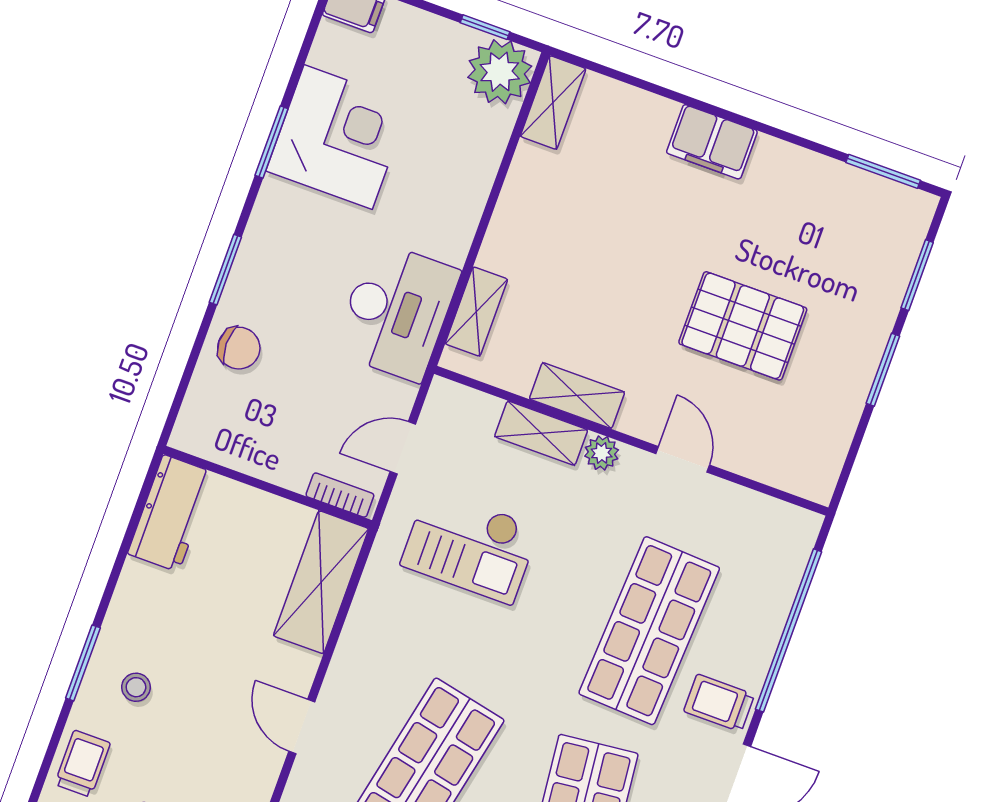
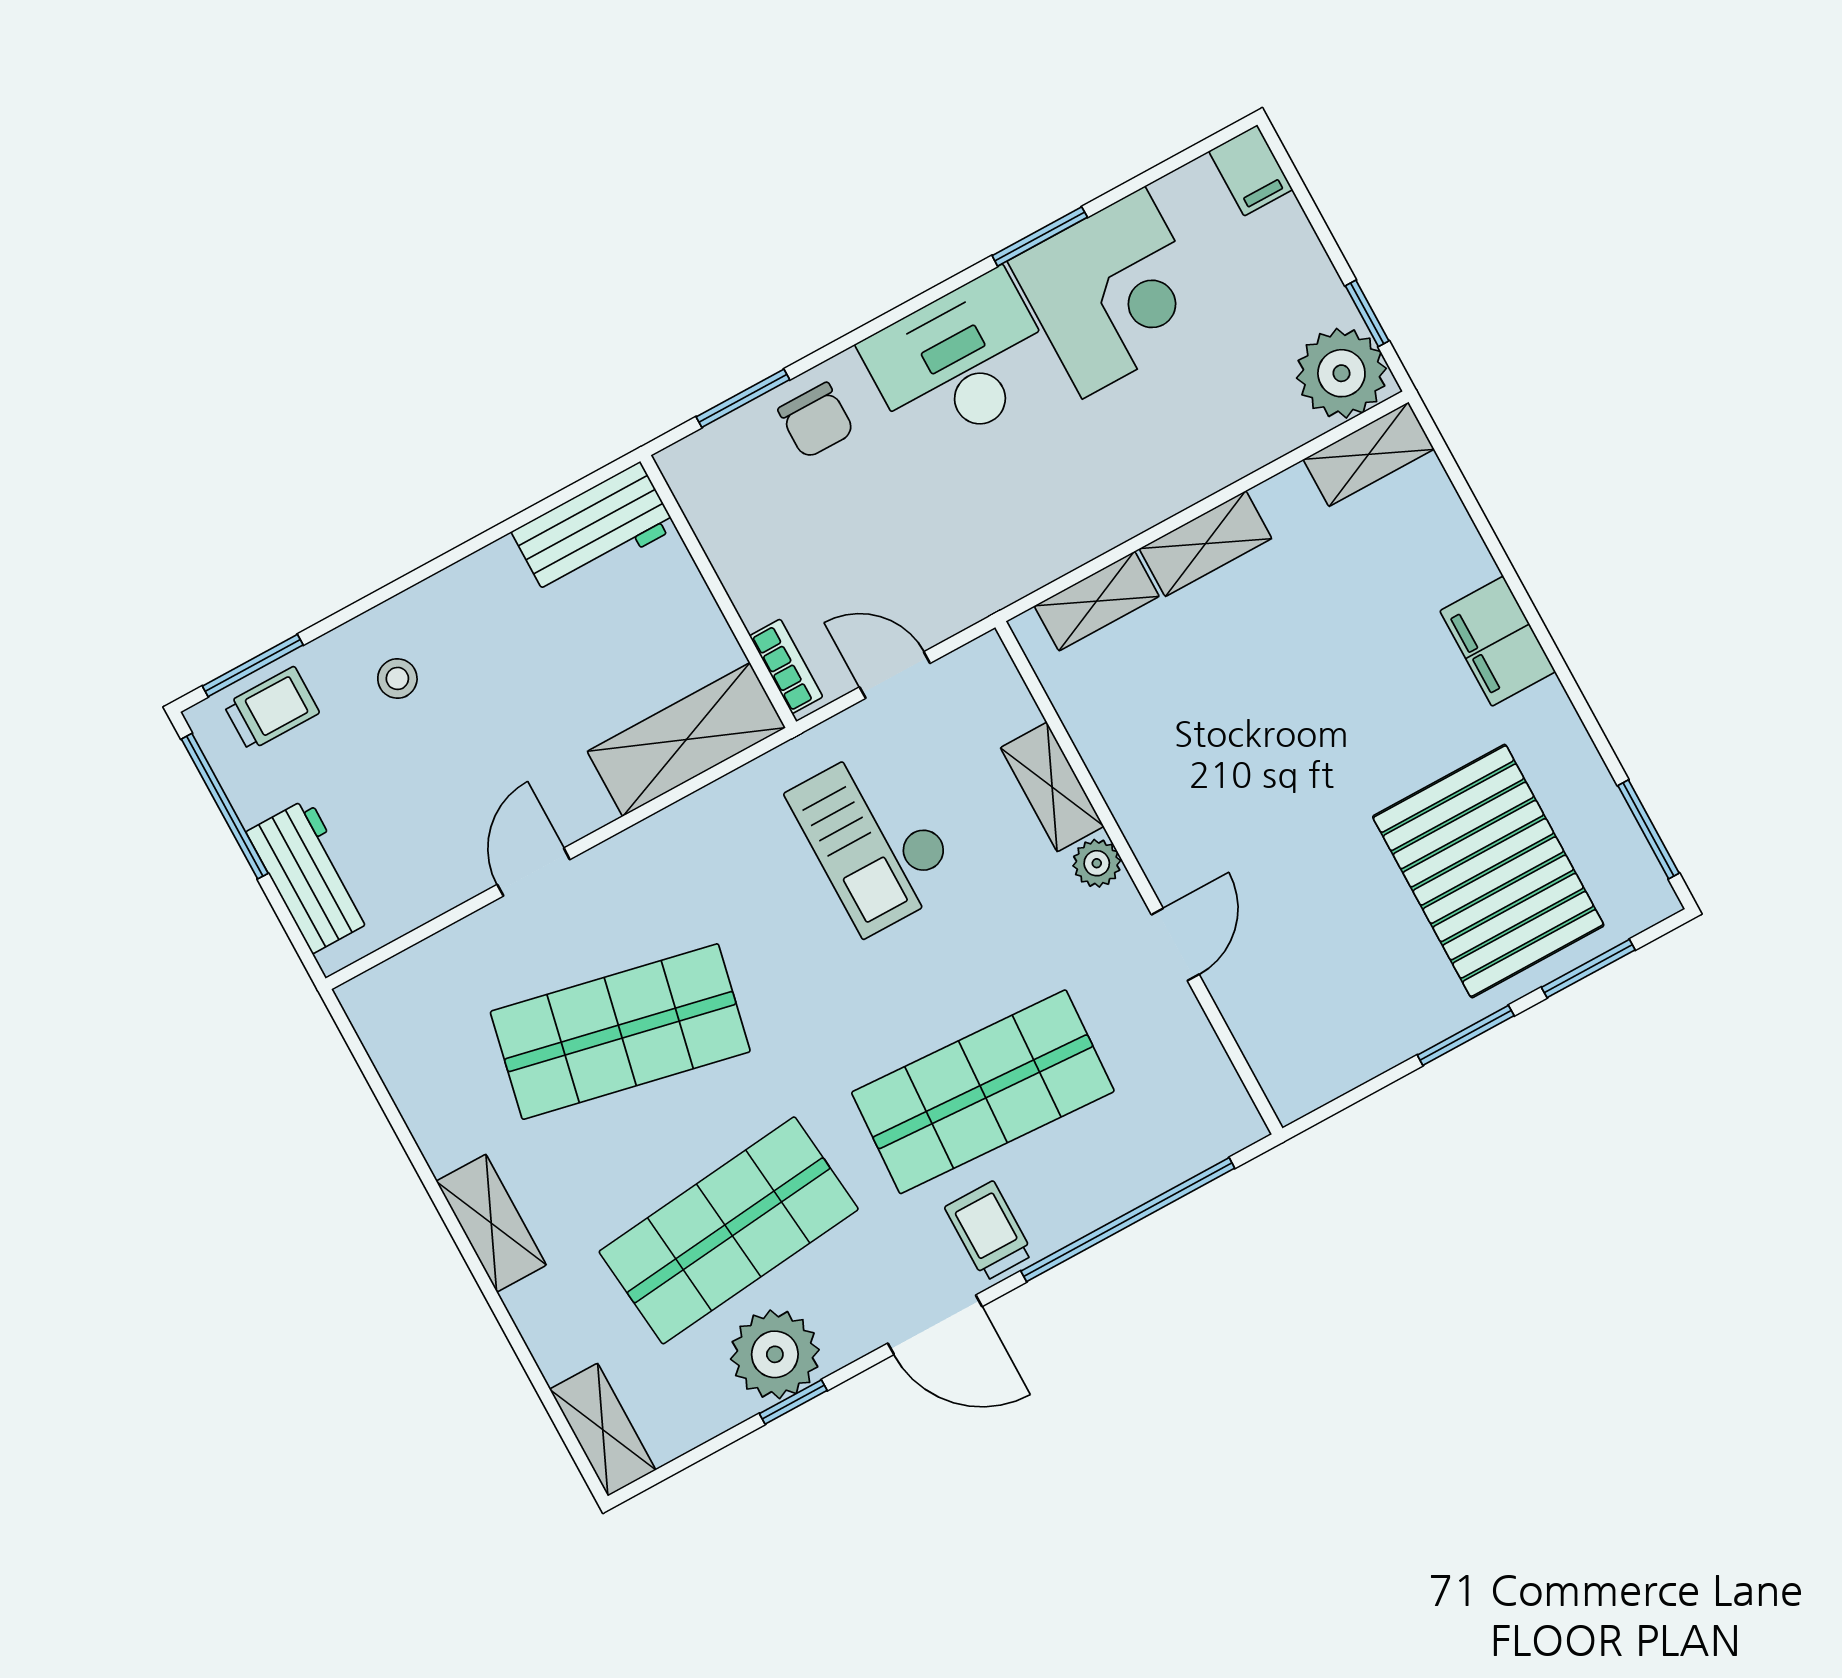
window: (225, 270) -> (743, 398), moved
desk: (397, 311) -> (960, 362), moved, turned 180
pallet: (743, 326) -> (1488, 871), moved, width x1.37, depth x1.41
shelving: (577, 396) -> (1205, 544), moved, turned 90
window: (83, 663) -> (253, 666), moved

